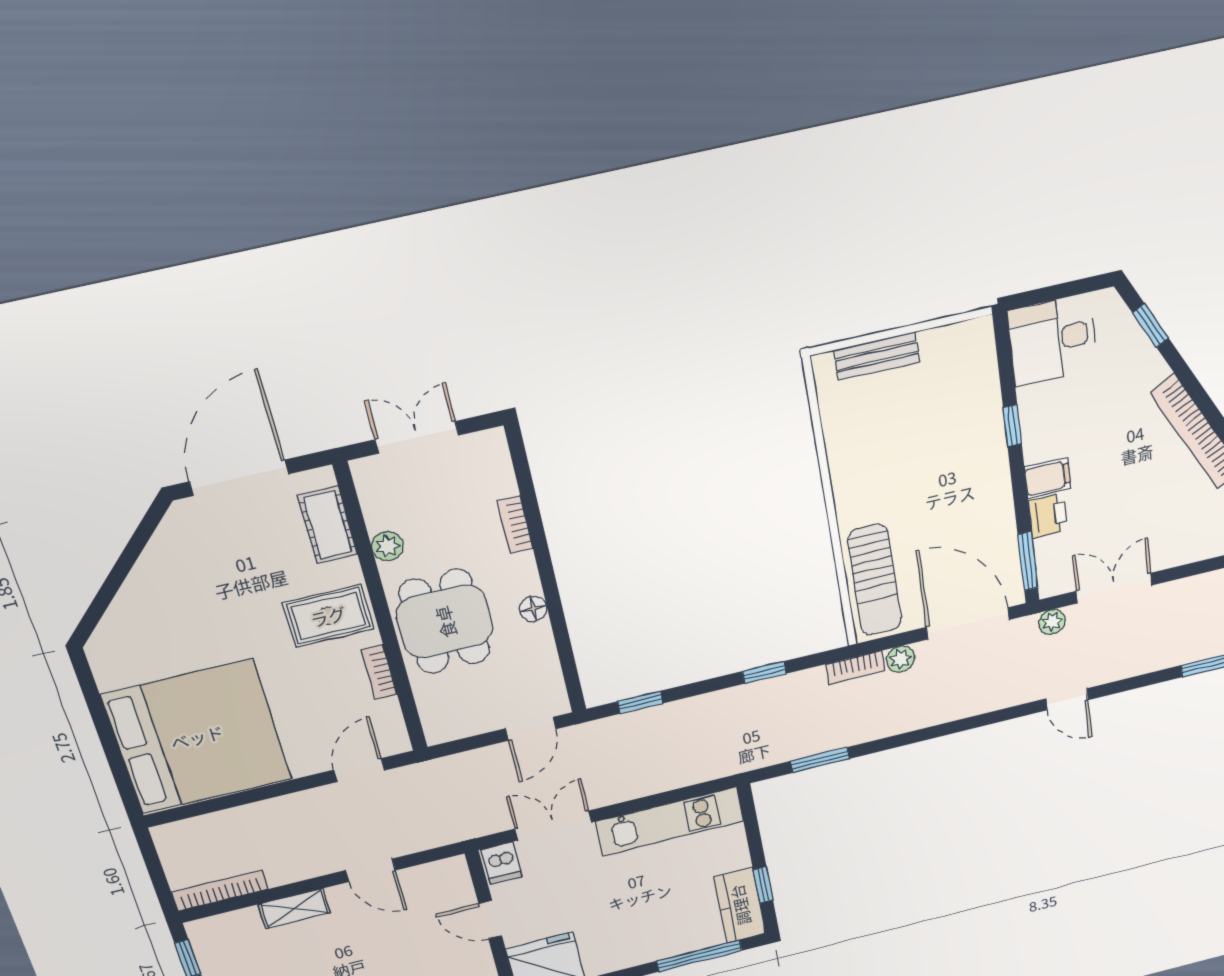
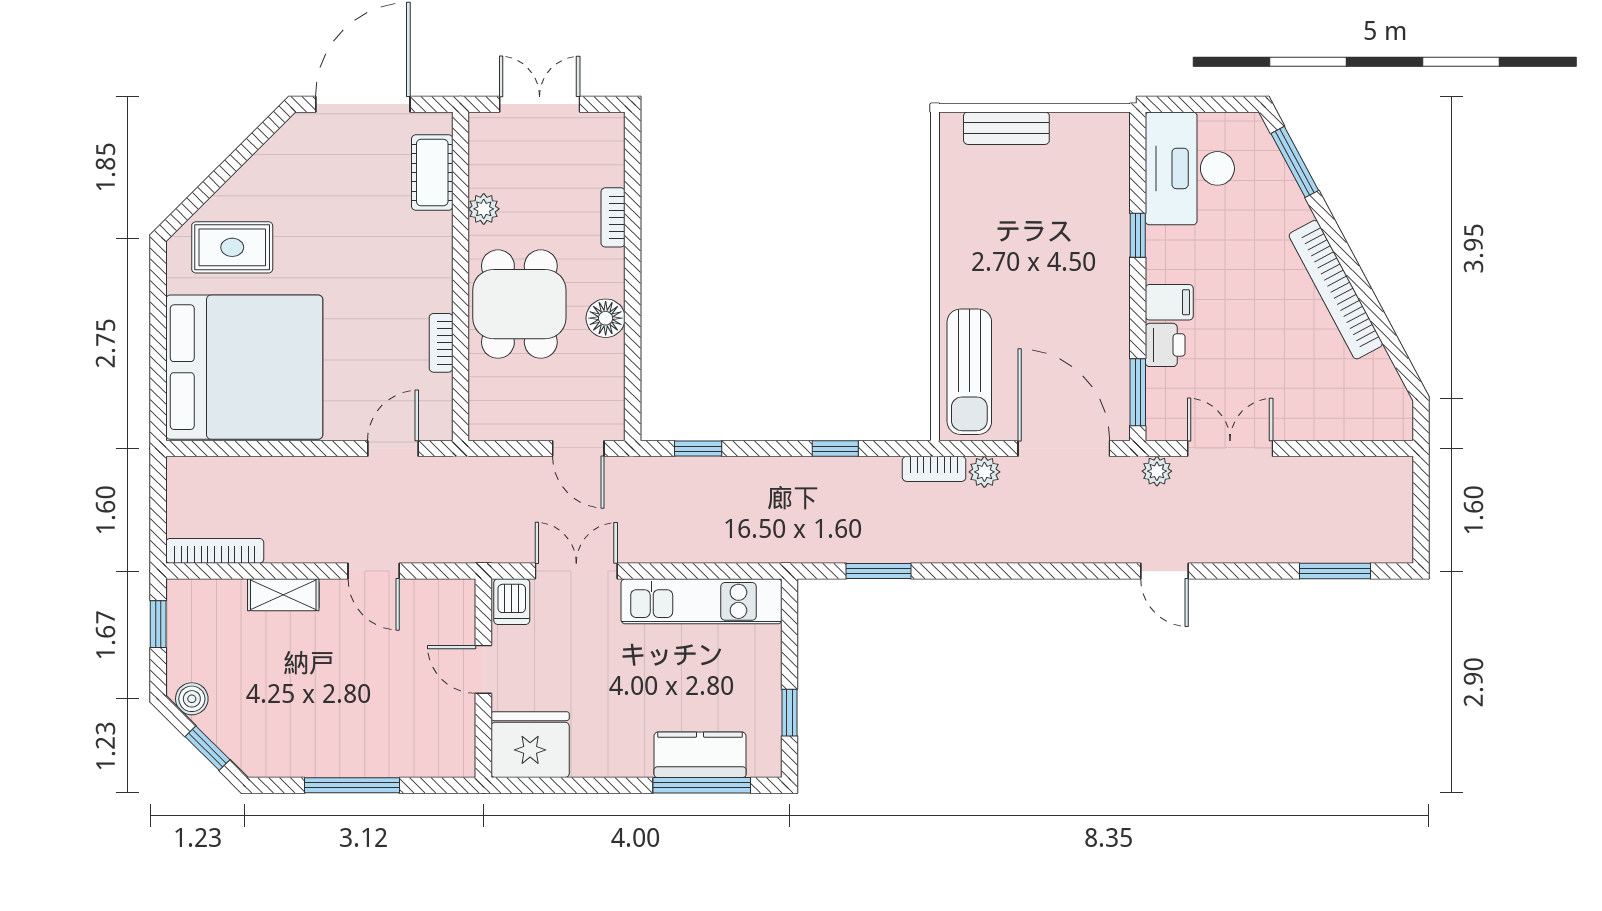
window: (1151, 326) -> (1295, 162), width x1.50
desk: (1053, 340) -> (1190, 168), width x1.37
floor lamp: (533, 609) -> (606, 318), width x1.37, depth x1.37
rug: (328, 616) -> (232, 247), moved
door: (531, 729) -> (578, 449), hinge flipped
kitchen counter: (740, 905) -> (700, 755), moved, turned 90

